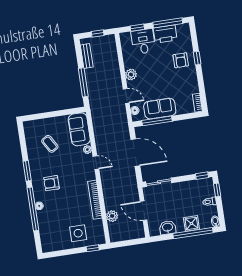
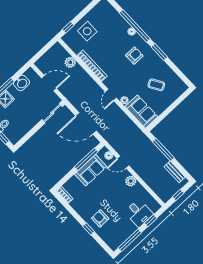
printer: (165, 34) -> (126, 230), removed
door: (96, 163) -> (111, 95), hinge flipped
window: (202, 176) -> (23, 141), removed

